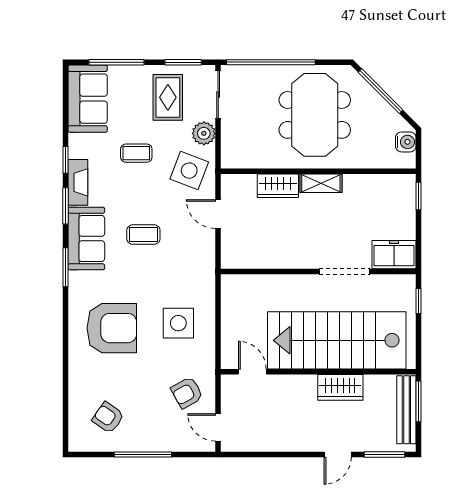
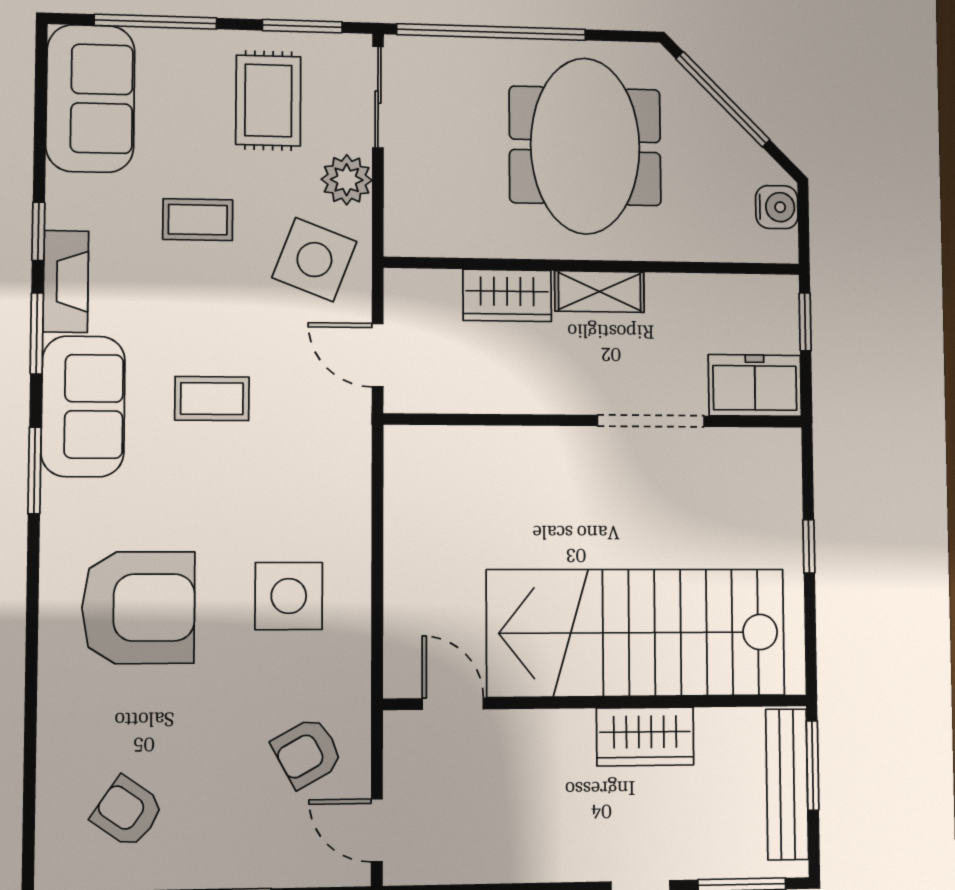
freezer: (394, 255) -> (755, 385), moved
wall: (318, 271) -> (595, 420), moved
doorway: (345, 271) -> (651, 421), moved

